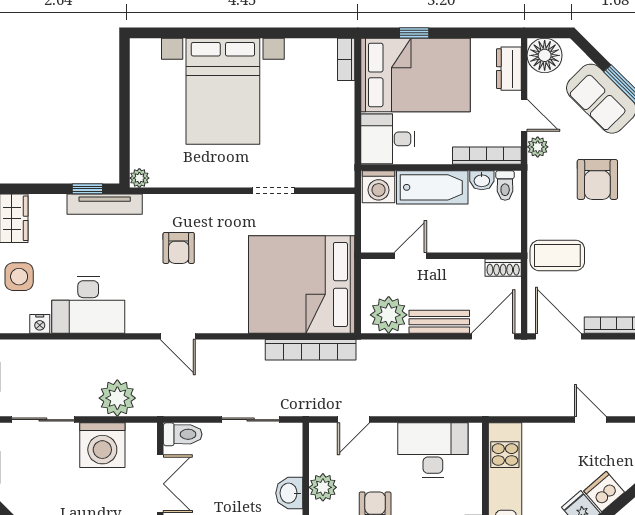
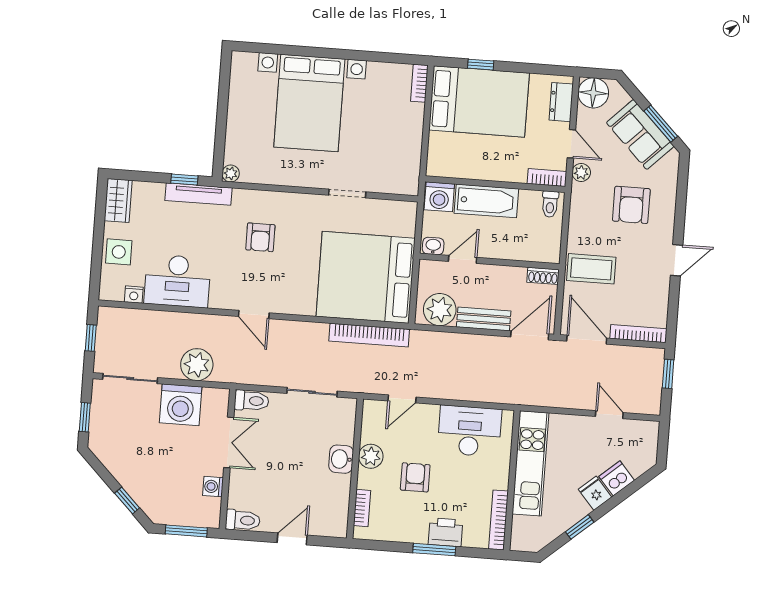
desk: (388, 139) -> (451, 156), removed
bookcase: (487, 156) -> (547, 178), width x0.64
washbasin: (482, 180) -> (433, 246), moved, turned 180

